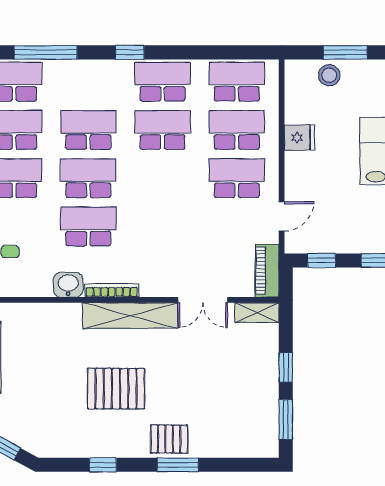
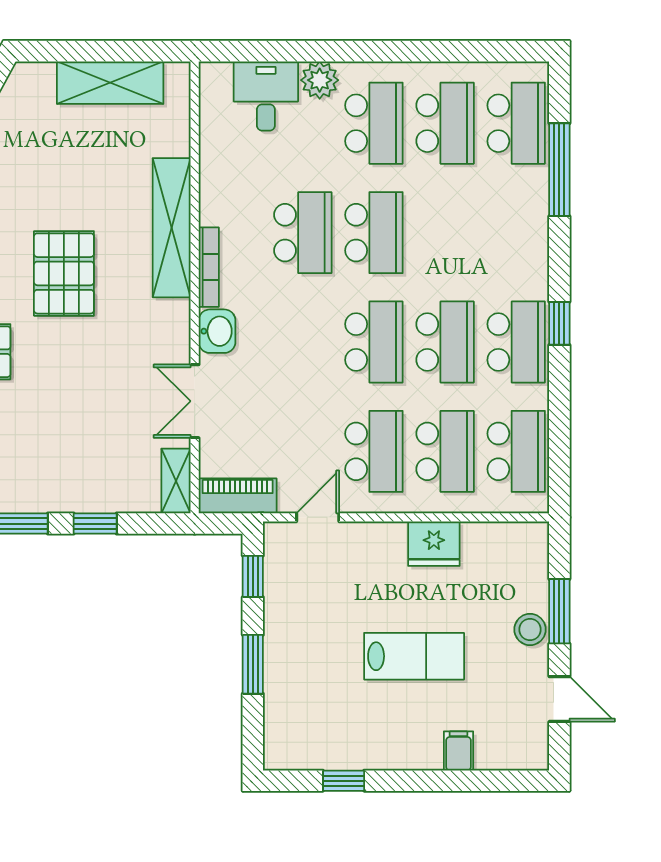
window: (130, 52) -> (559, 323), moved
stool: (329, 75) -> (530, 629), moved
school desk: (88, 130) -> (374, 342), moved
fridge: (299, 138) -> (434, 544), width x1.38
door: (282, 216) -> (318, 517), swing flipped
washbasin: (68, 285) -> (217, 331), moved
shelving: (130, 316) -> (172, 228), moved

